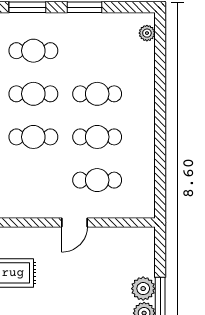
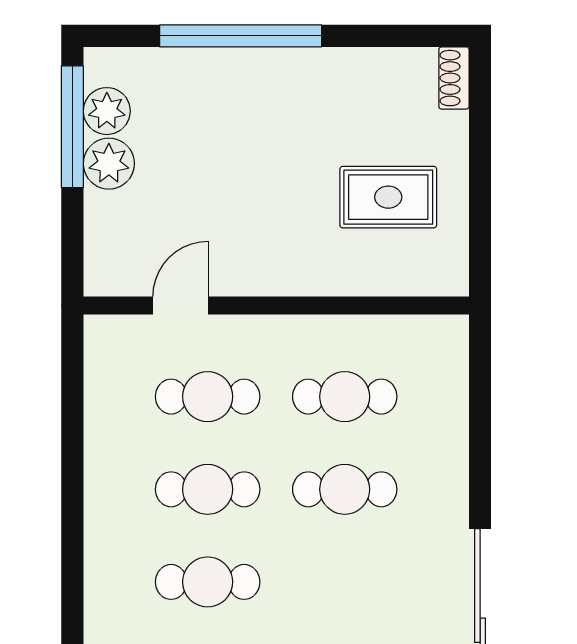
cafe table: (33, 94) -> (345, 397), moved
door: (74, 222) -> (180, 305), moved

